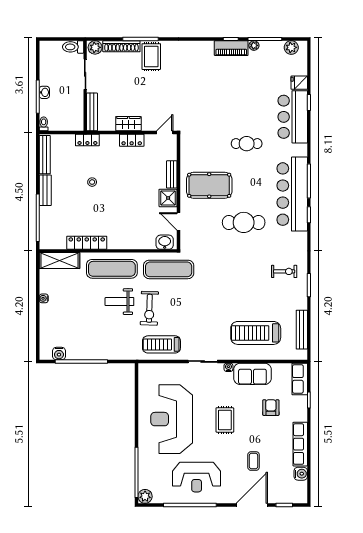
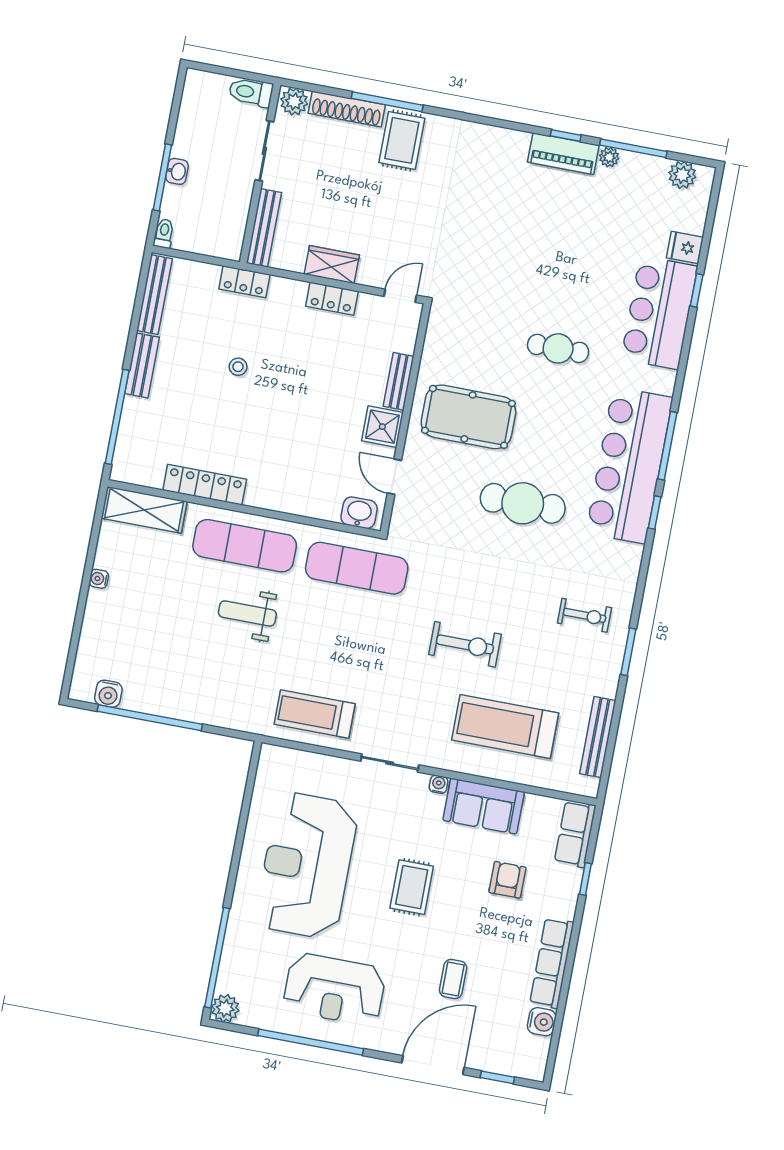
exercise bike: (149, 308) -> (465, 644), moved, turned -92

